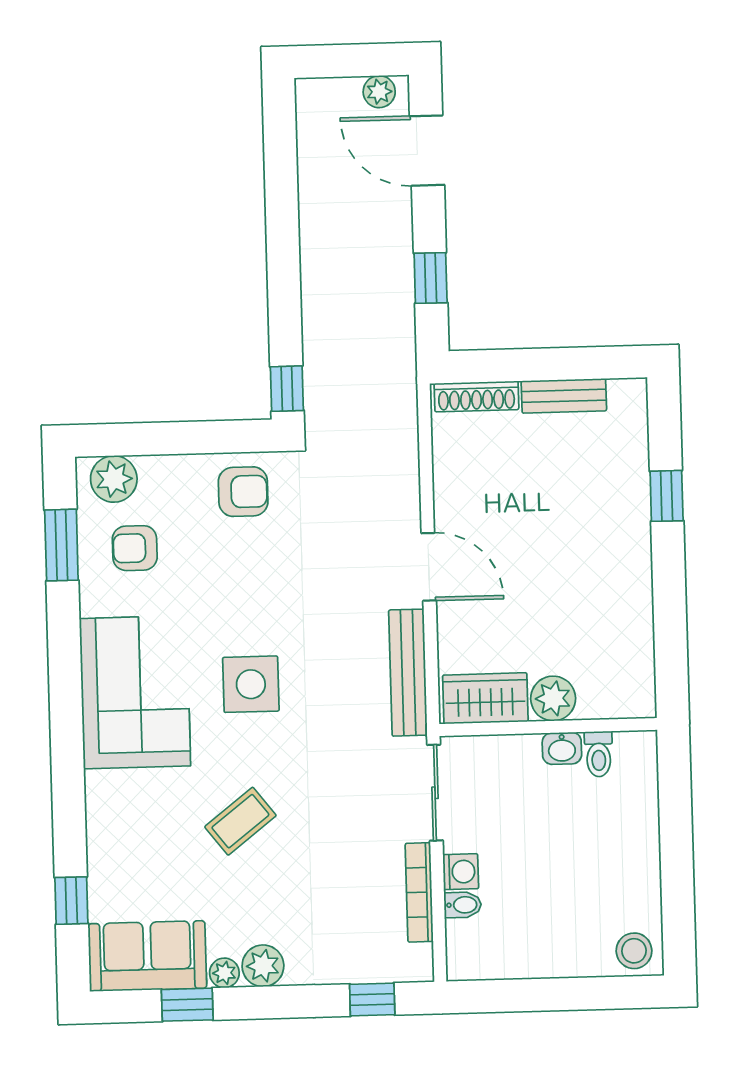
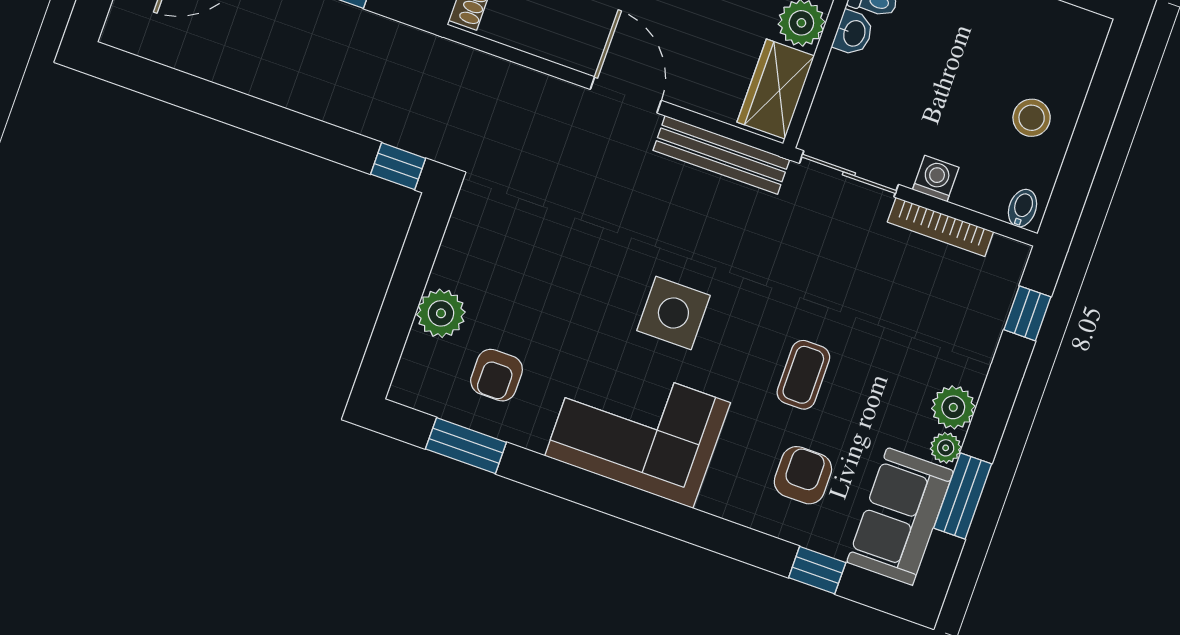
plant: (114, 479) -> (441, 313), moved
armchair: (243, 492) -> (803, 475), moved
door: (429, 567) -> (626, 95), hinge flipped
coffee table: (240, 821) -> (803, 375), turned 38
bidet: (463, 905) -> (1023, 208), moved
stool: (634, 951) -> (1032, 118), moved
window: (187, 1005) -> (963, 496), width x1.50

